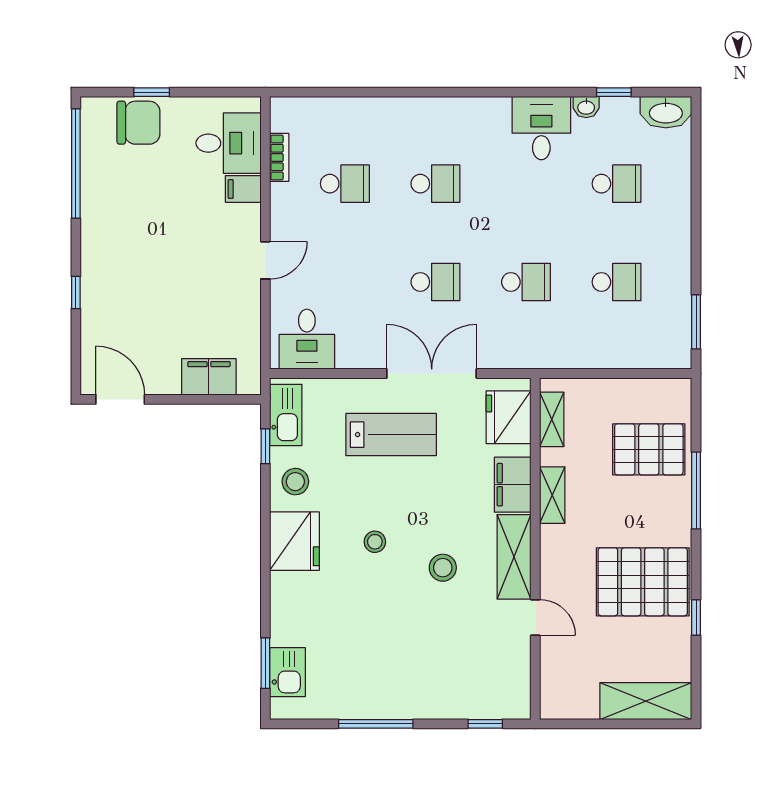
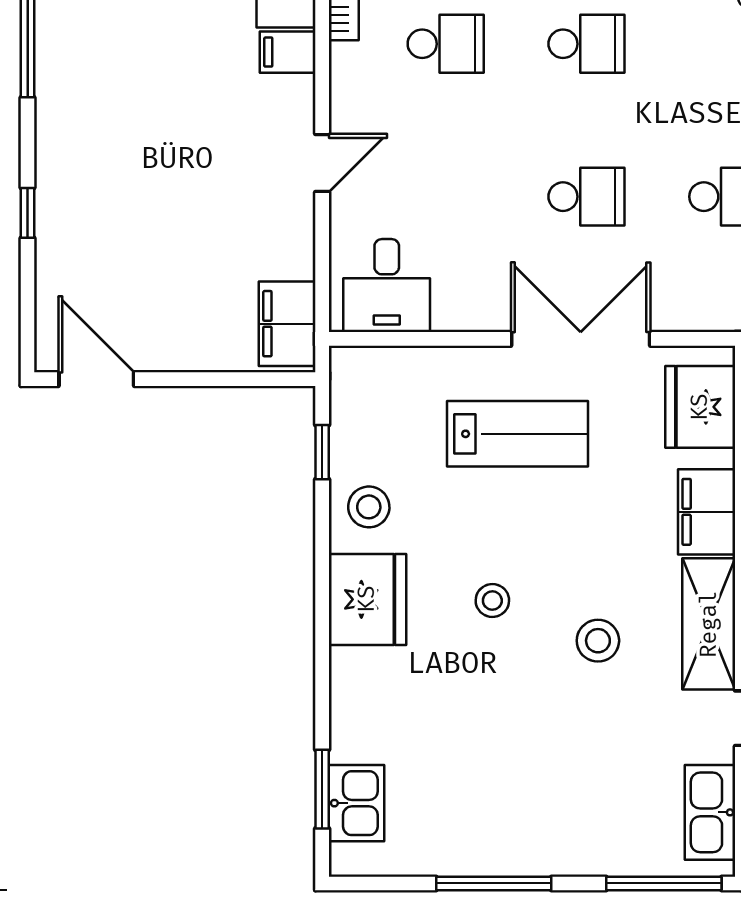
filing cabinet: (209, 377) -> (287, 324), moved, turned -90
kitchen sink: (286, 415) -> (710, 812), moved, turned 180
window: (485, 724) -> (664, 883), width x2.17

